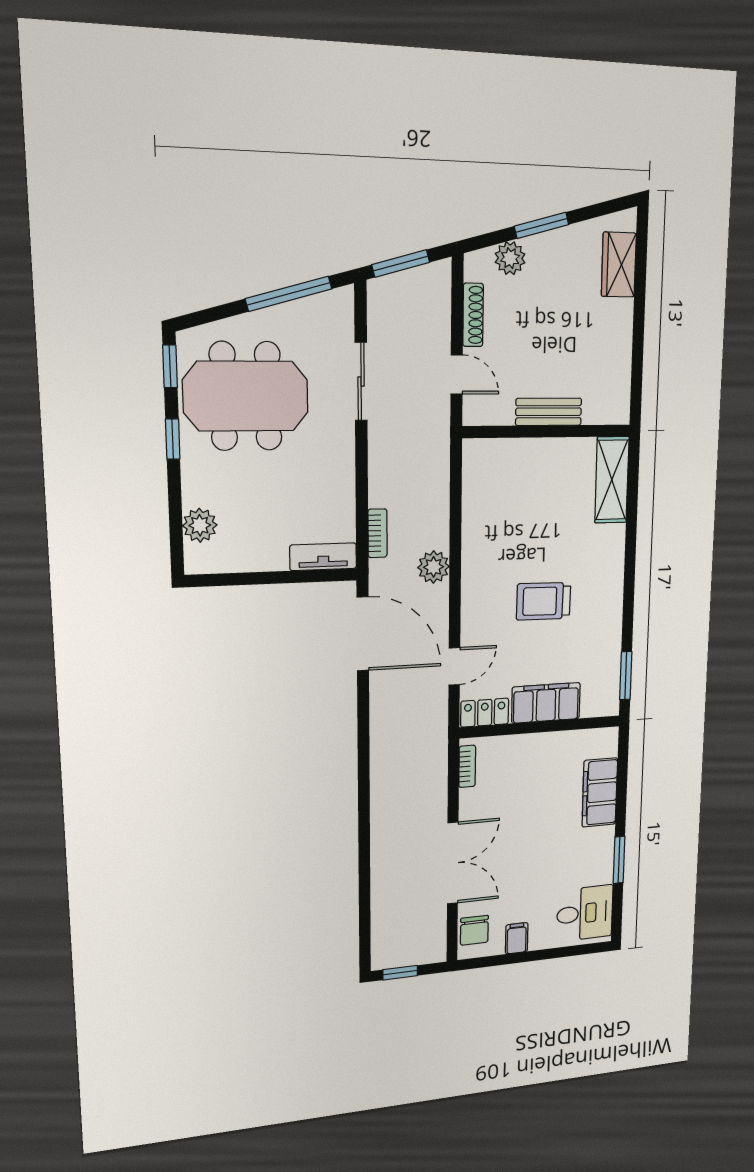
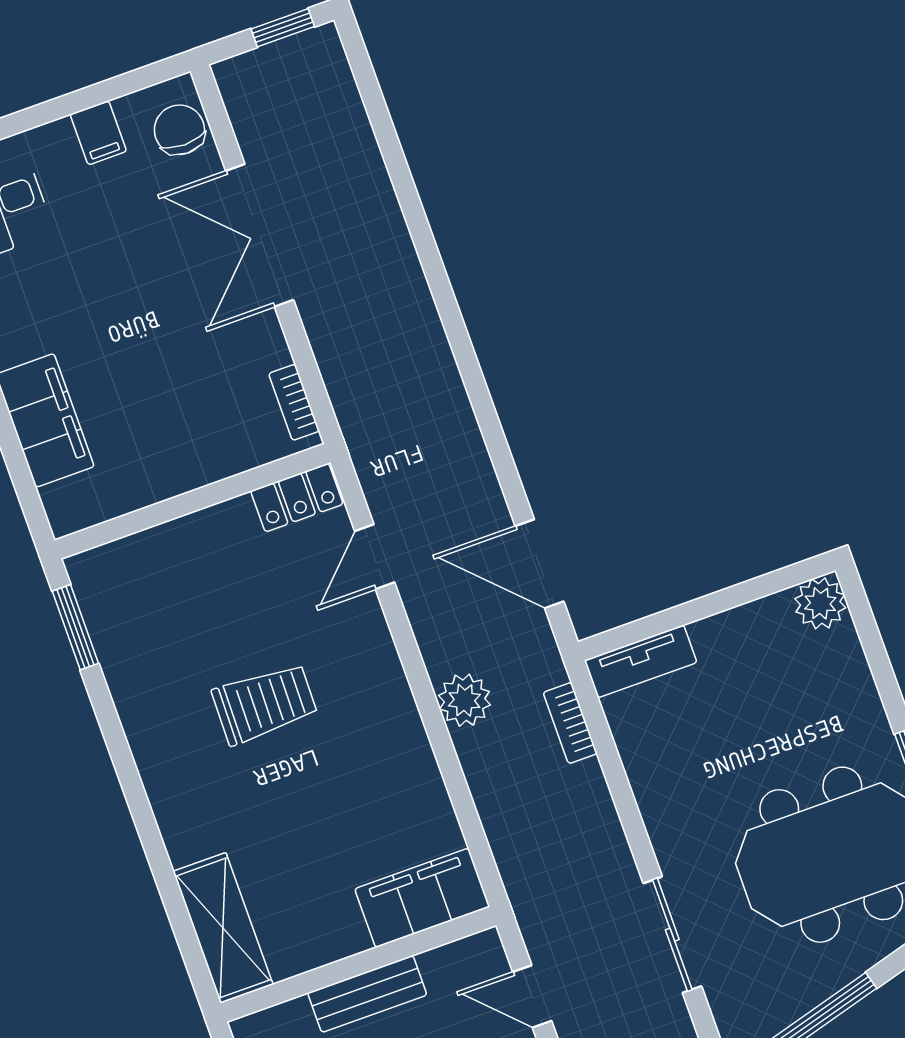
plant: (200, 525) -> (820, 603), moved
door: (363, 634) -> (539, 564), width x0.73
filing cabinet: (546, 703) -> (422, 898), moved, turned 180

